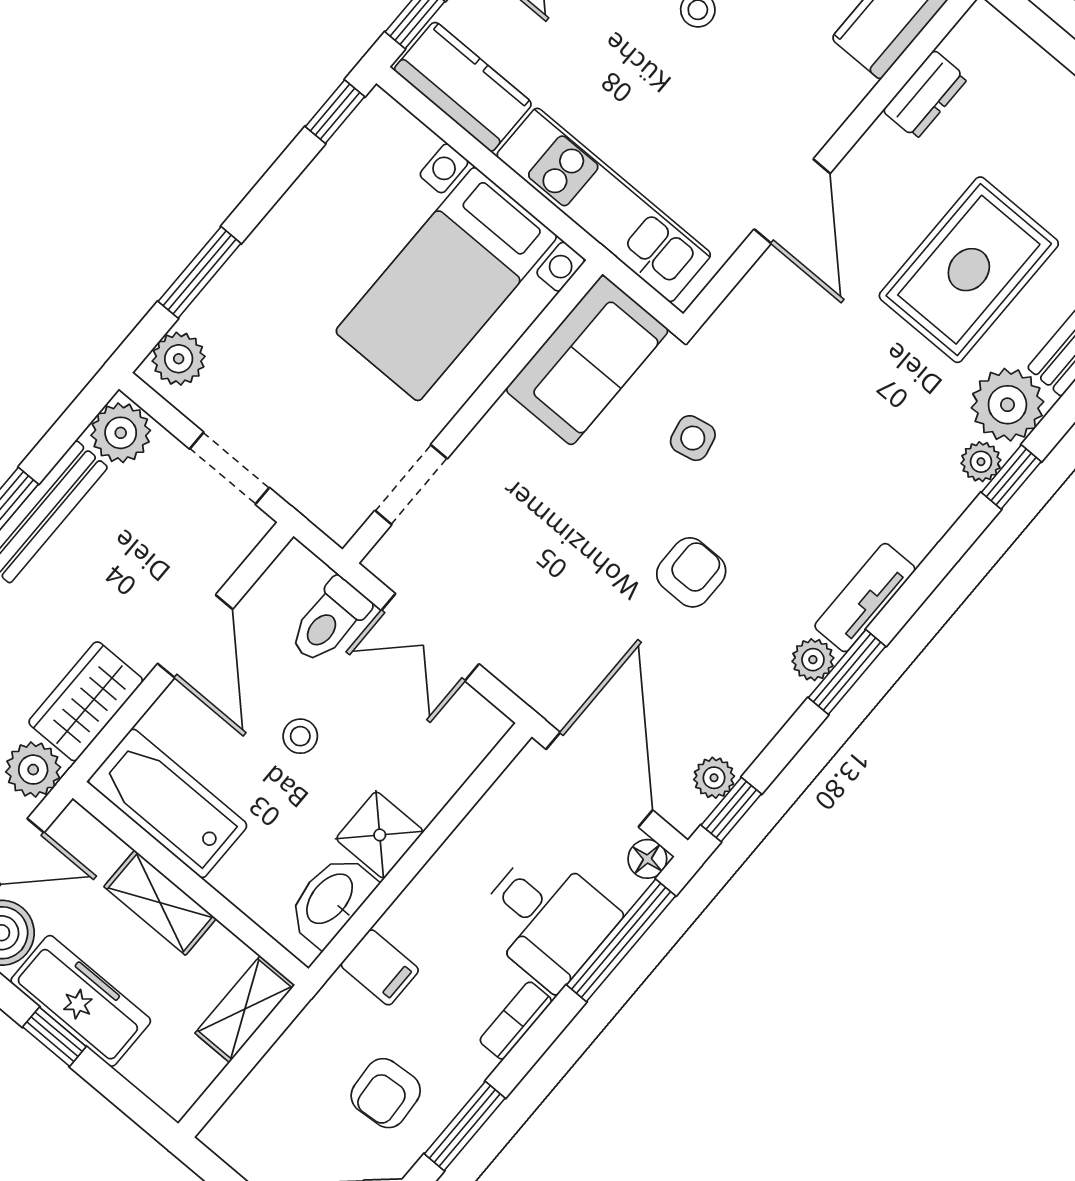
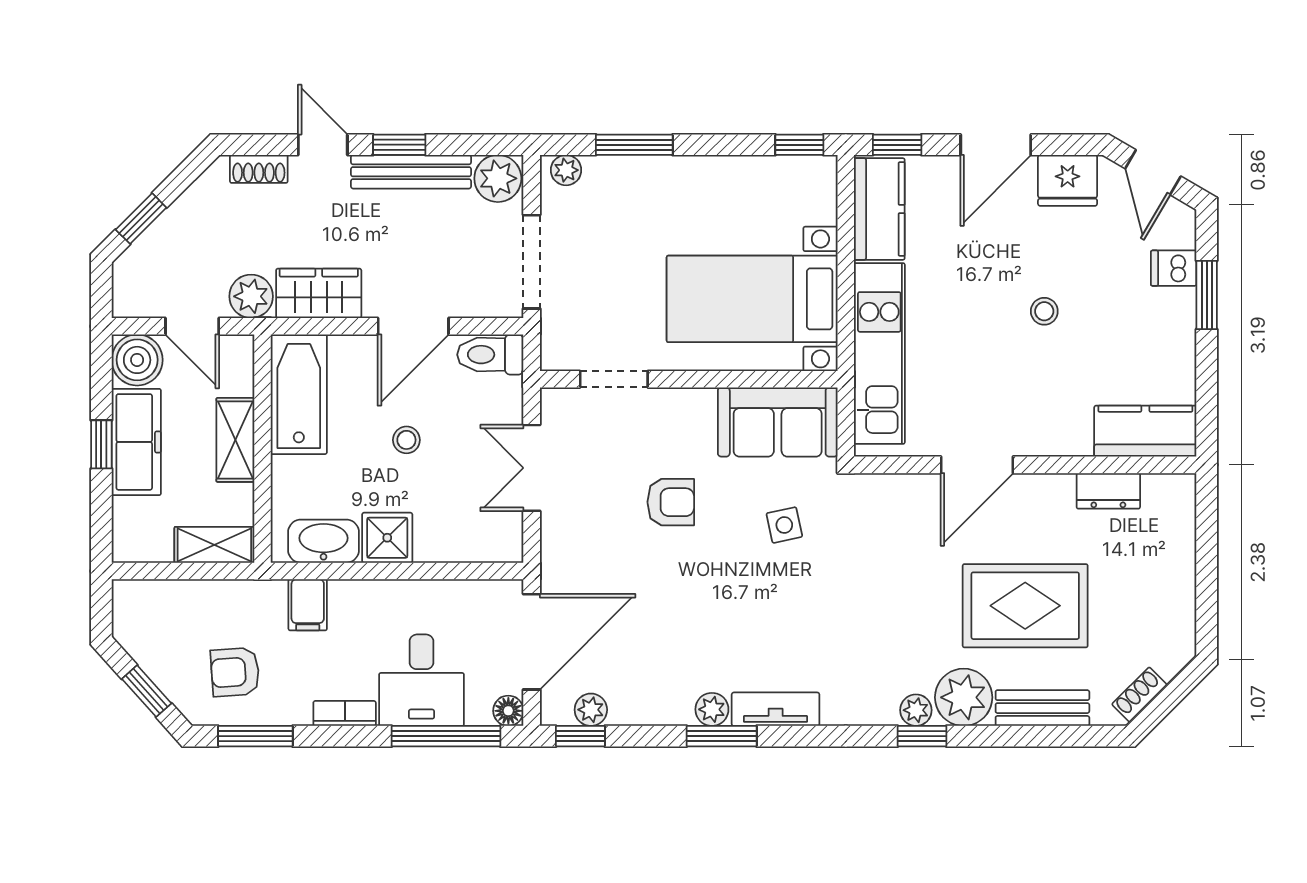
plant: (179, 359) -> (566, 170), width x0.73, depth x0.73
doorway: (229, 468) -> (532, 262), width x1.38
armchair: (691, 572) -> (671, 502), moved
toilet: (329, 621) -> (490, 355), moved

